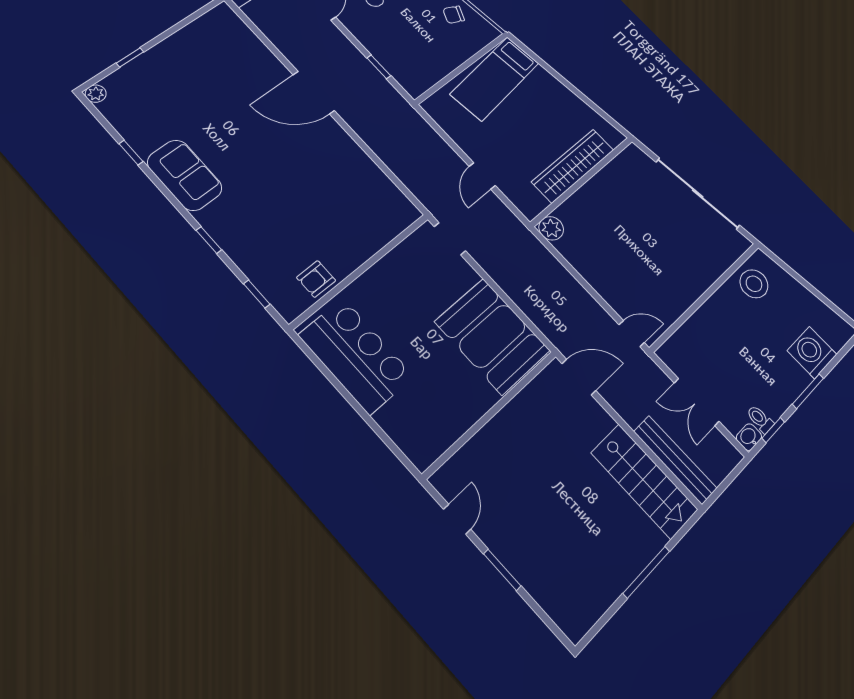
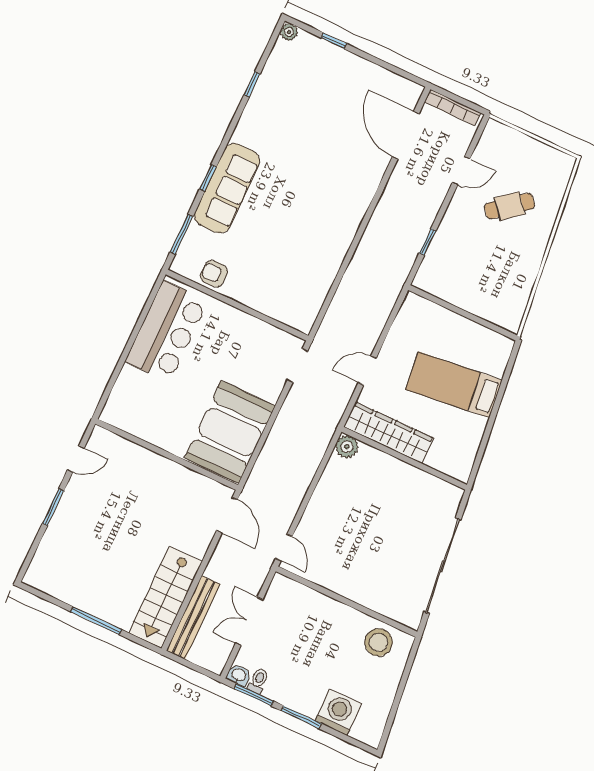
chair: (454, 15) -> (514, 284), removed
bed: (495, 79) -> (454, 385), moved
door: (314, 93) -> (406, 135), moved
wardrobe: (573, 166) -> (389, 433), moved
sofa: (185, 175) -> (227, 188), moved, width x1.36
window: (257, 294) -> (181, 234), width x1.50
window: (773, 430) -> (254, 695), width x1.50

